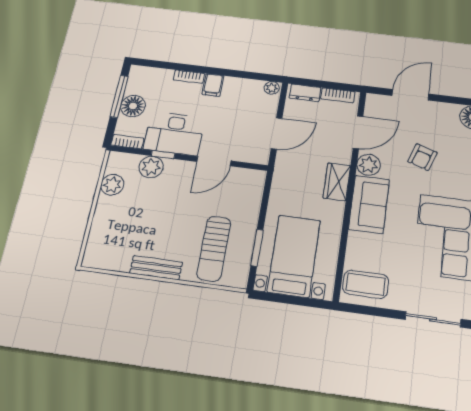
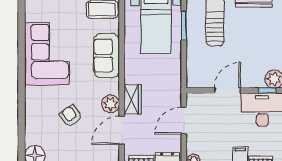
armchair: (422, 157) -> (71, 116), turned -56
wardrobe: (337, 182) -> (133, 99), moved
sofa: (369, 204) -> (107, 56), moved

